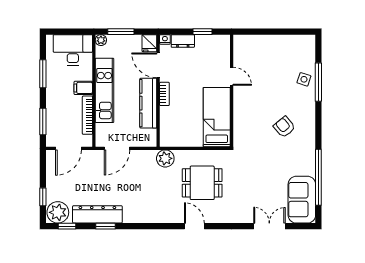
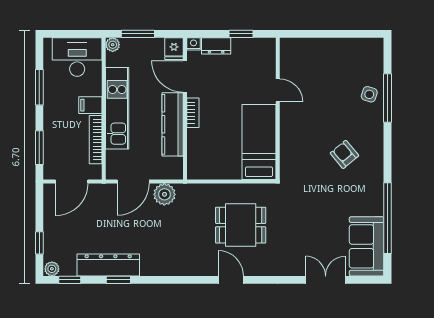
plant: (165, 158) -> (164, 194), moved
plant: (58, 212) -> (52, 269), width x0.53, depth x0.53

